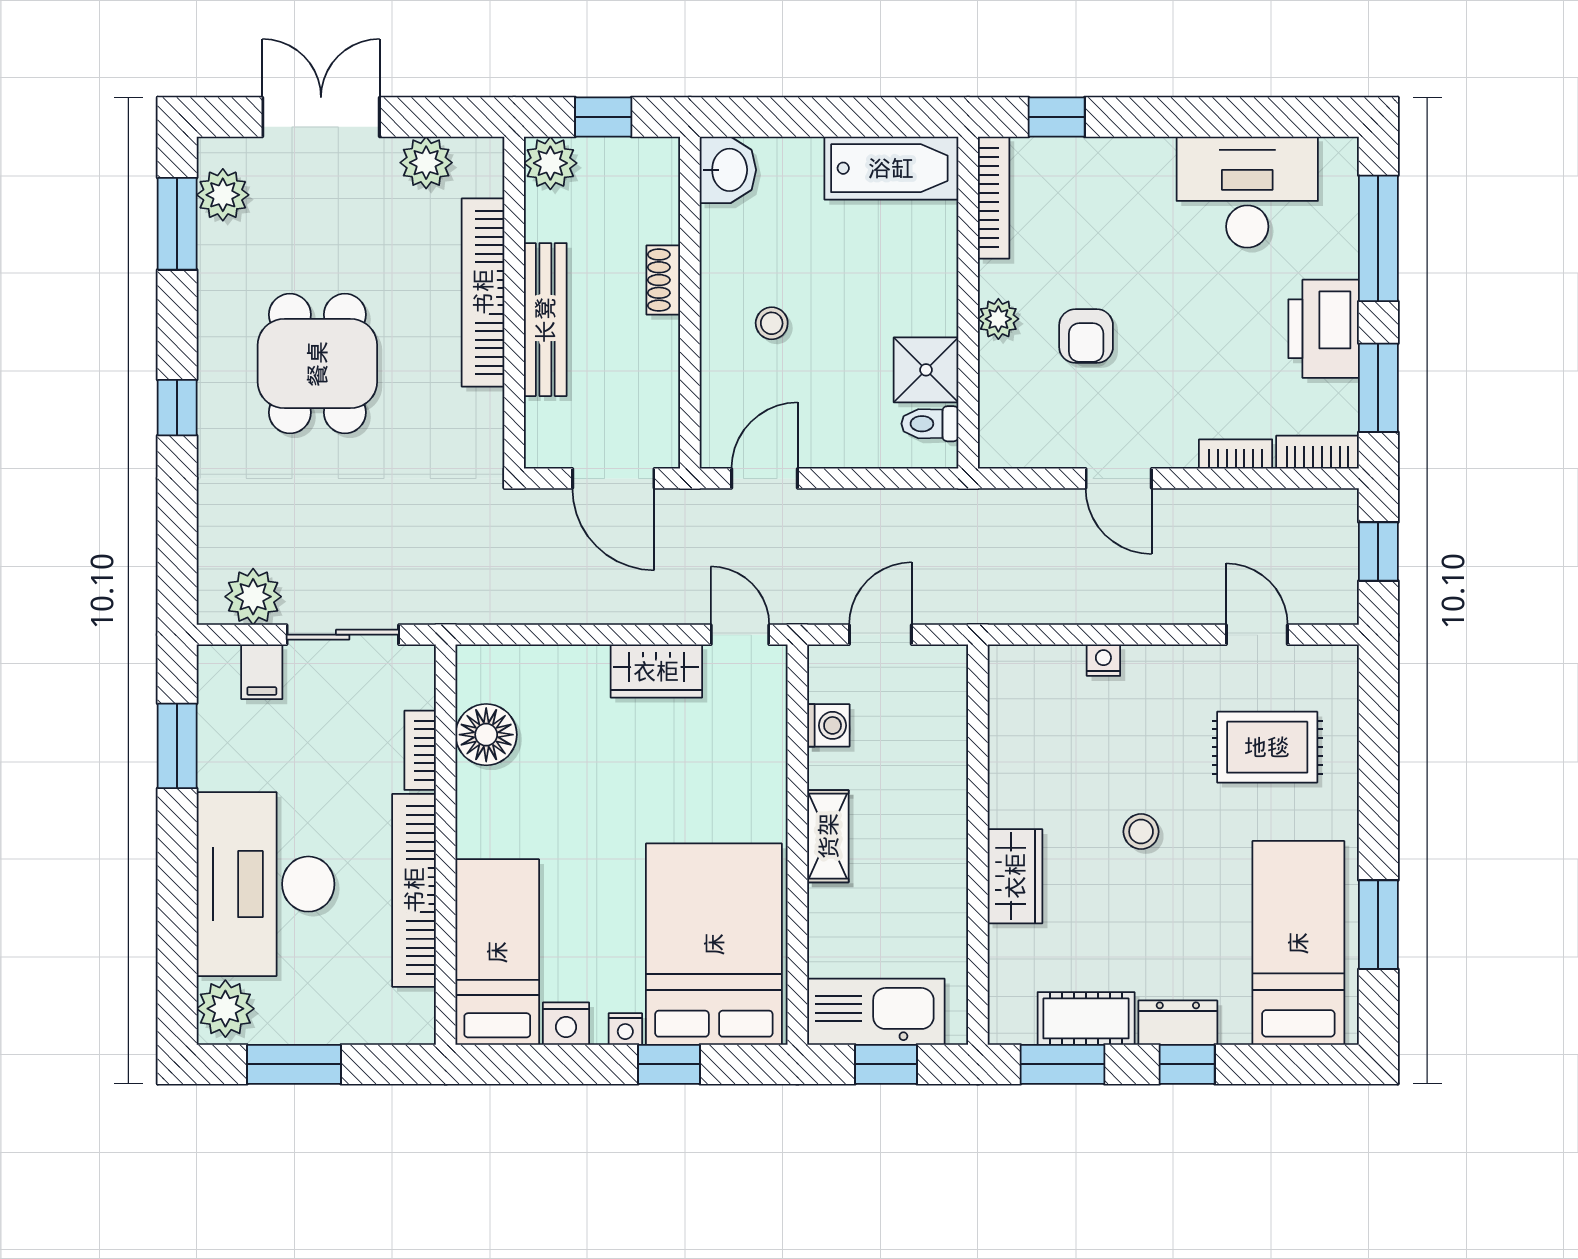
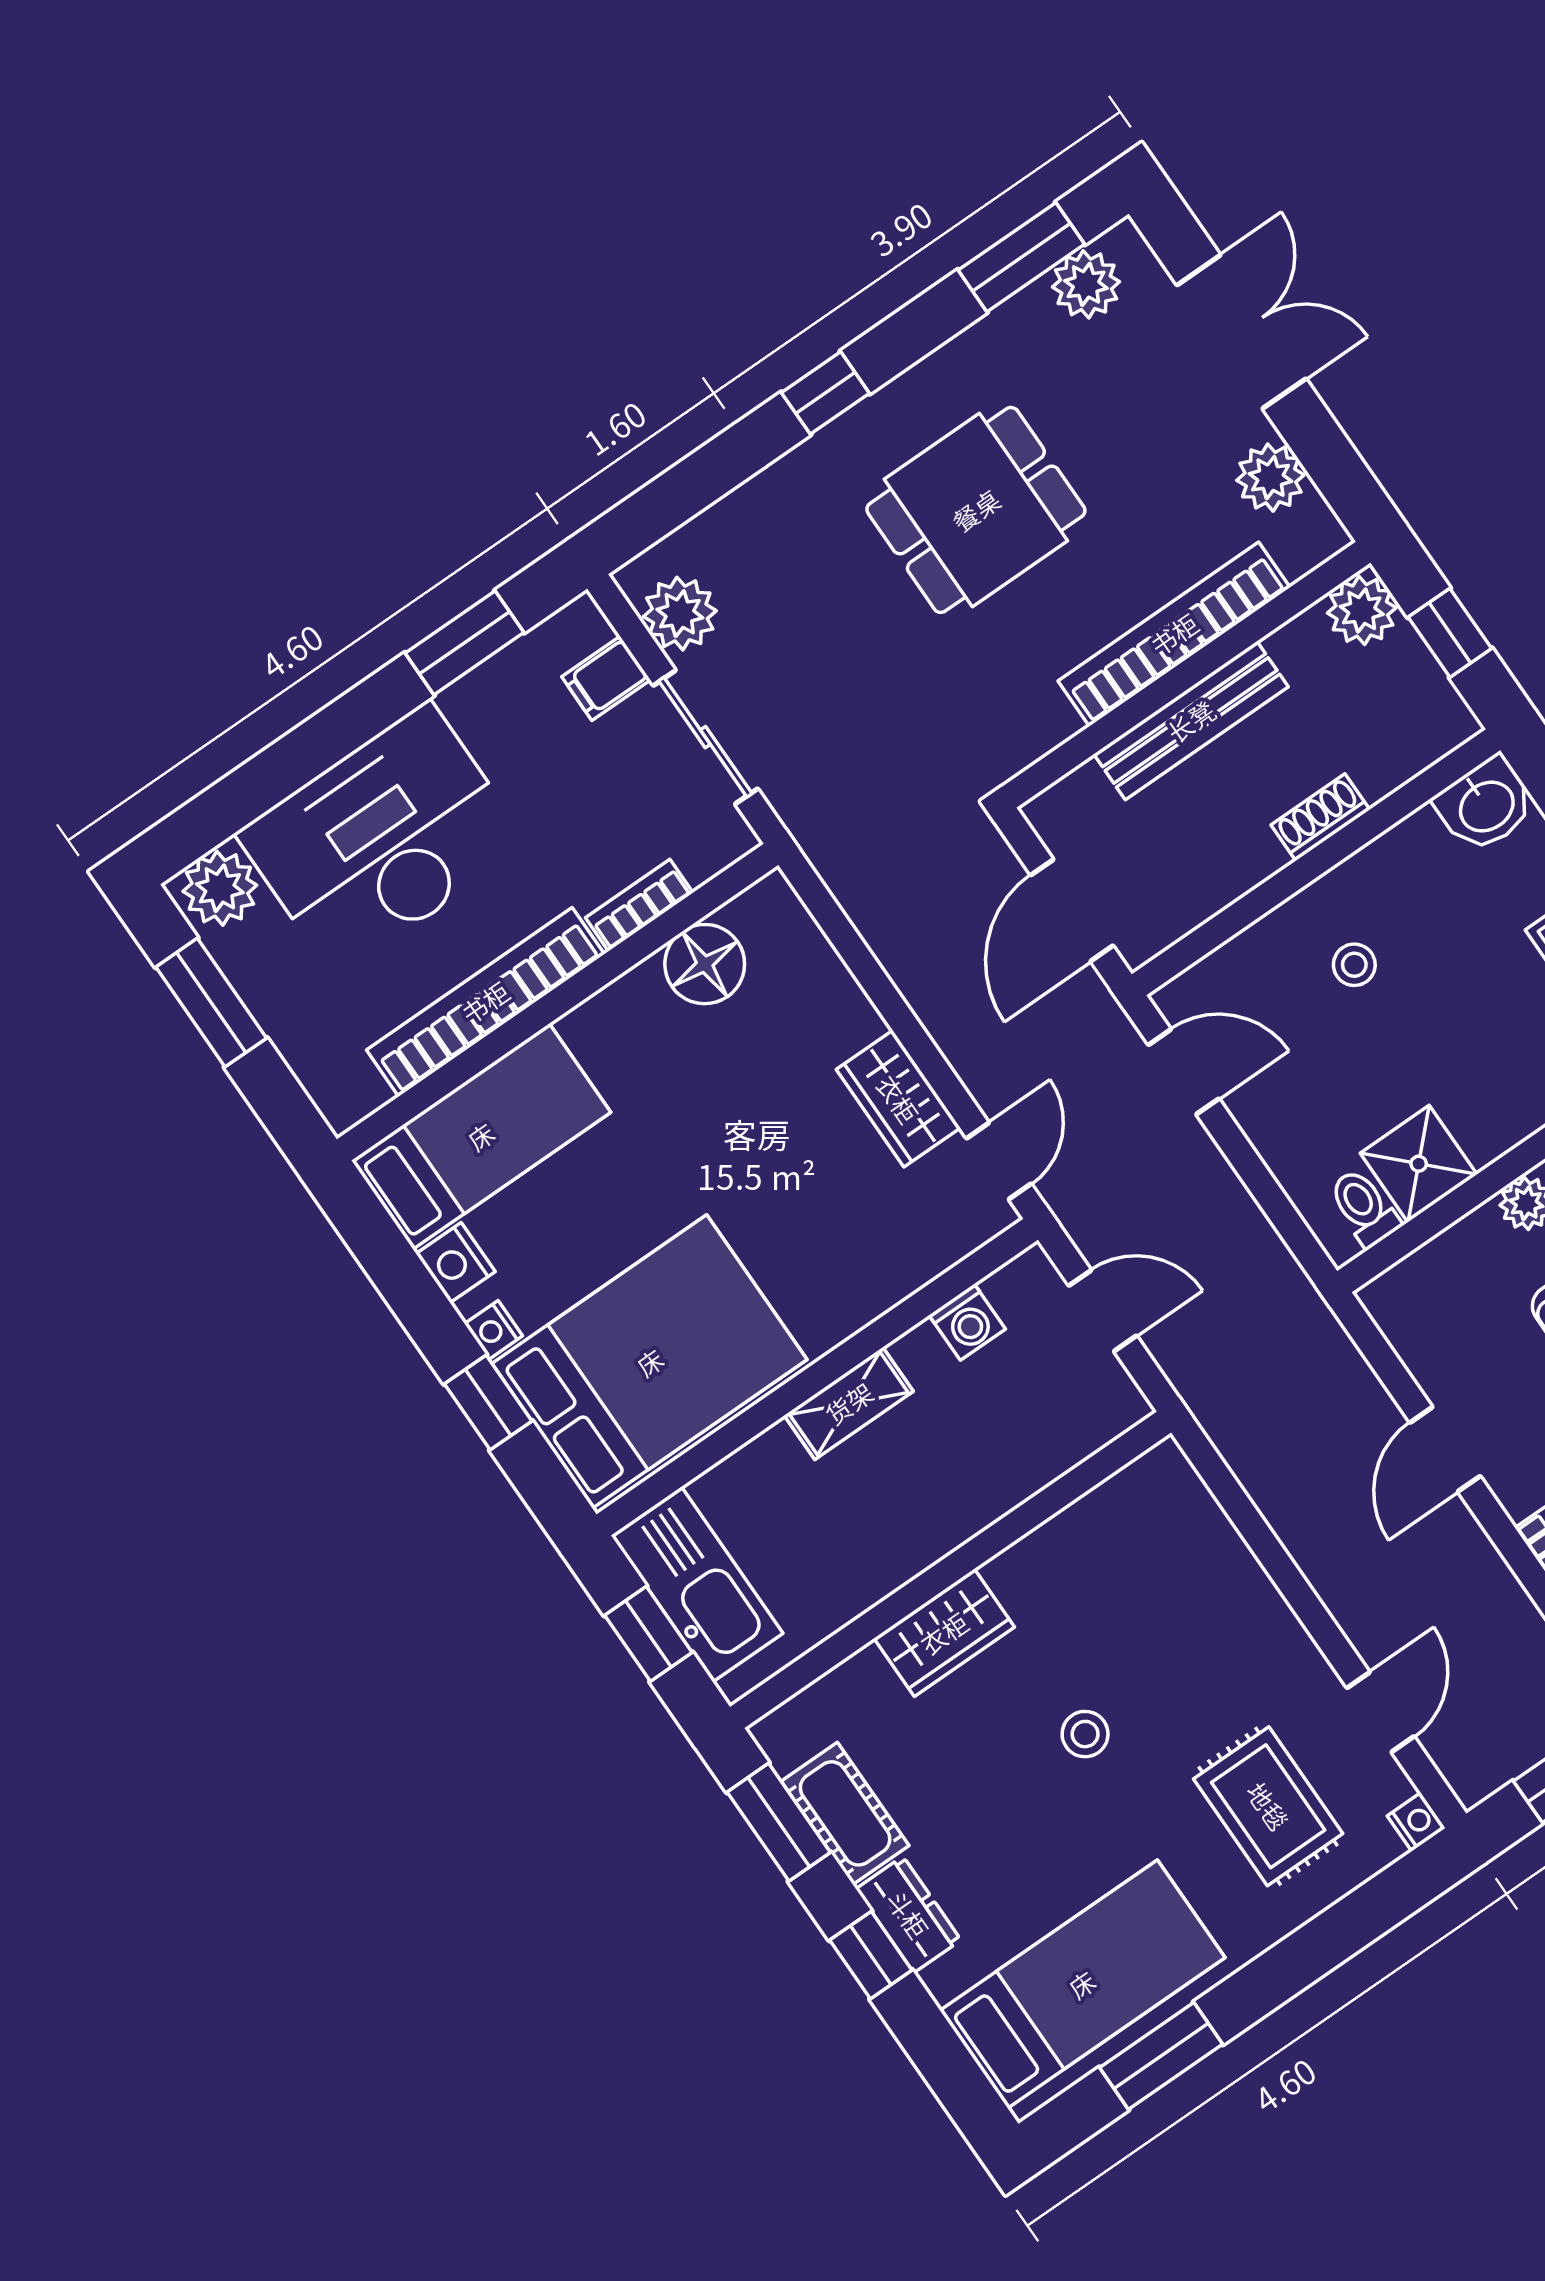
nightstand: (1103, 660) -> (1416, 1822), moved

